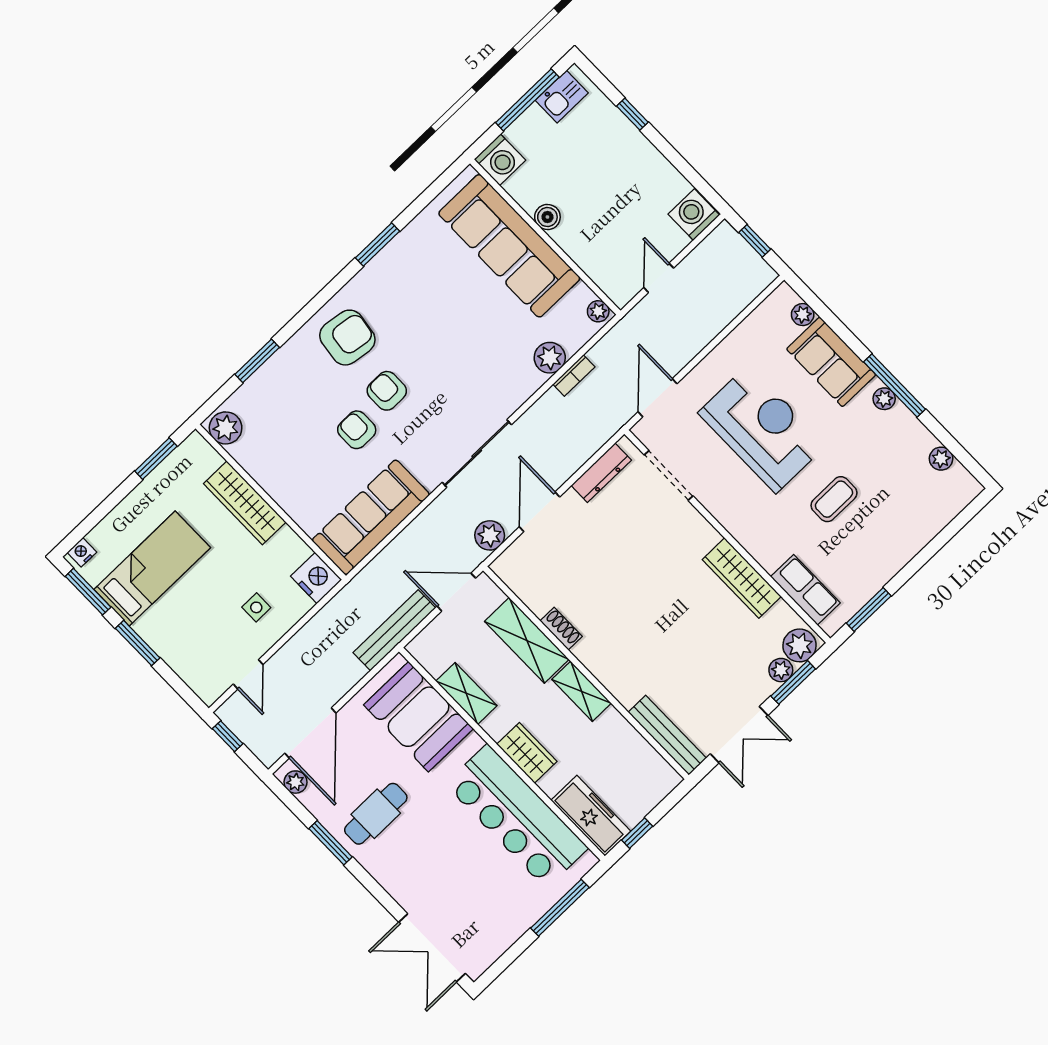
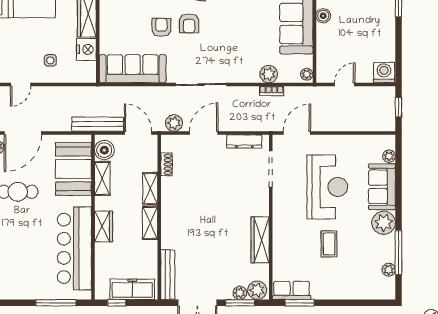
window: (894, 385) -> (398, 253), moved
armchair: (387, 391) -> (189, 23), turned 180
plant: (884, 399) -> (384, 223), width x1.87, depth x1.87
coffee table: (834, 499) -> (329, 244), turned 90
nightstand: (316, 578) -> (86, 49), moved
row of seats: (805, 590) -> (292, 290), moved, turned -90
shoe rack: (561, 629) -> (166, 164), moved
shelving: (527, 640) -> (150, 189), width x0.67, depth x0.75
boiler: (435, 655) -> (104, 150), added
freezer: (591, 816) -> (132, 289), moved, turned -90

